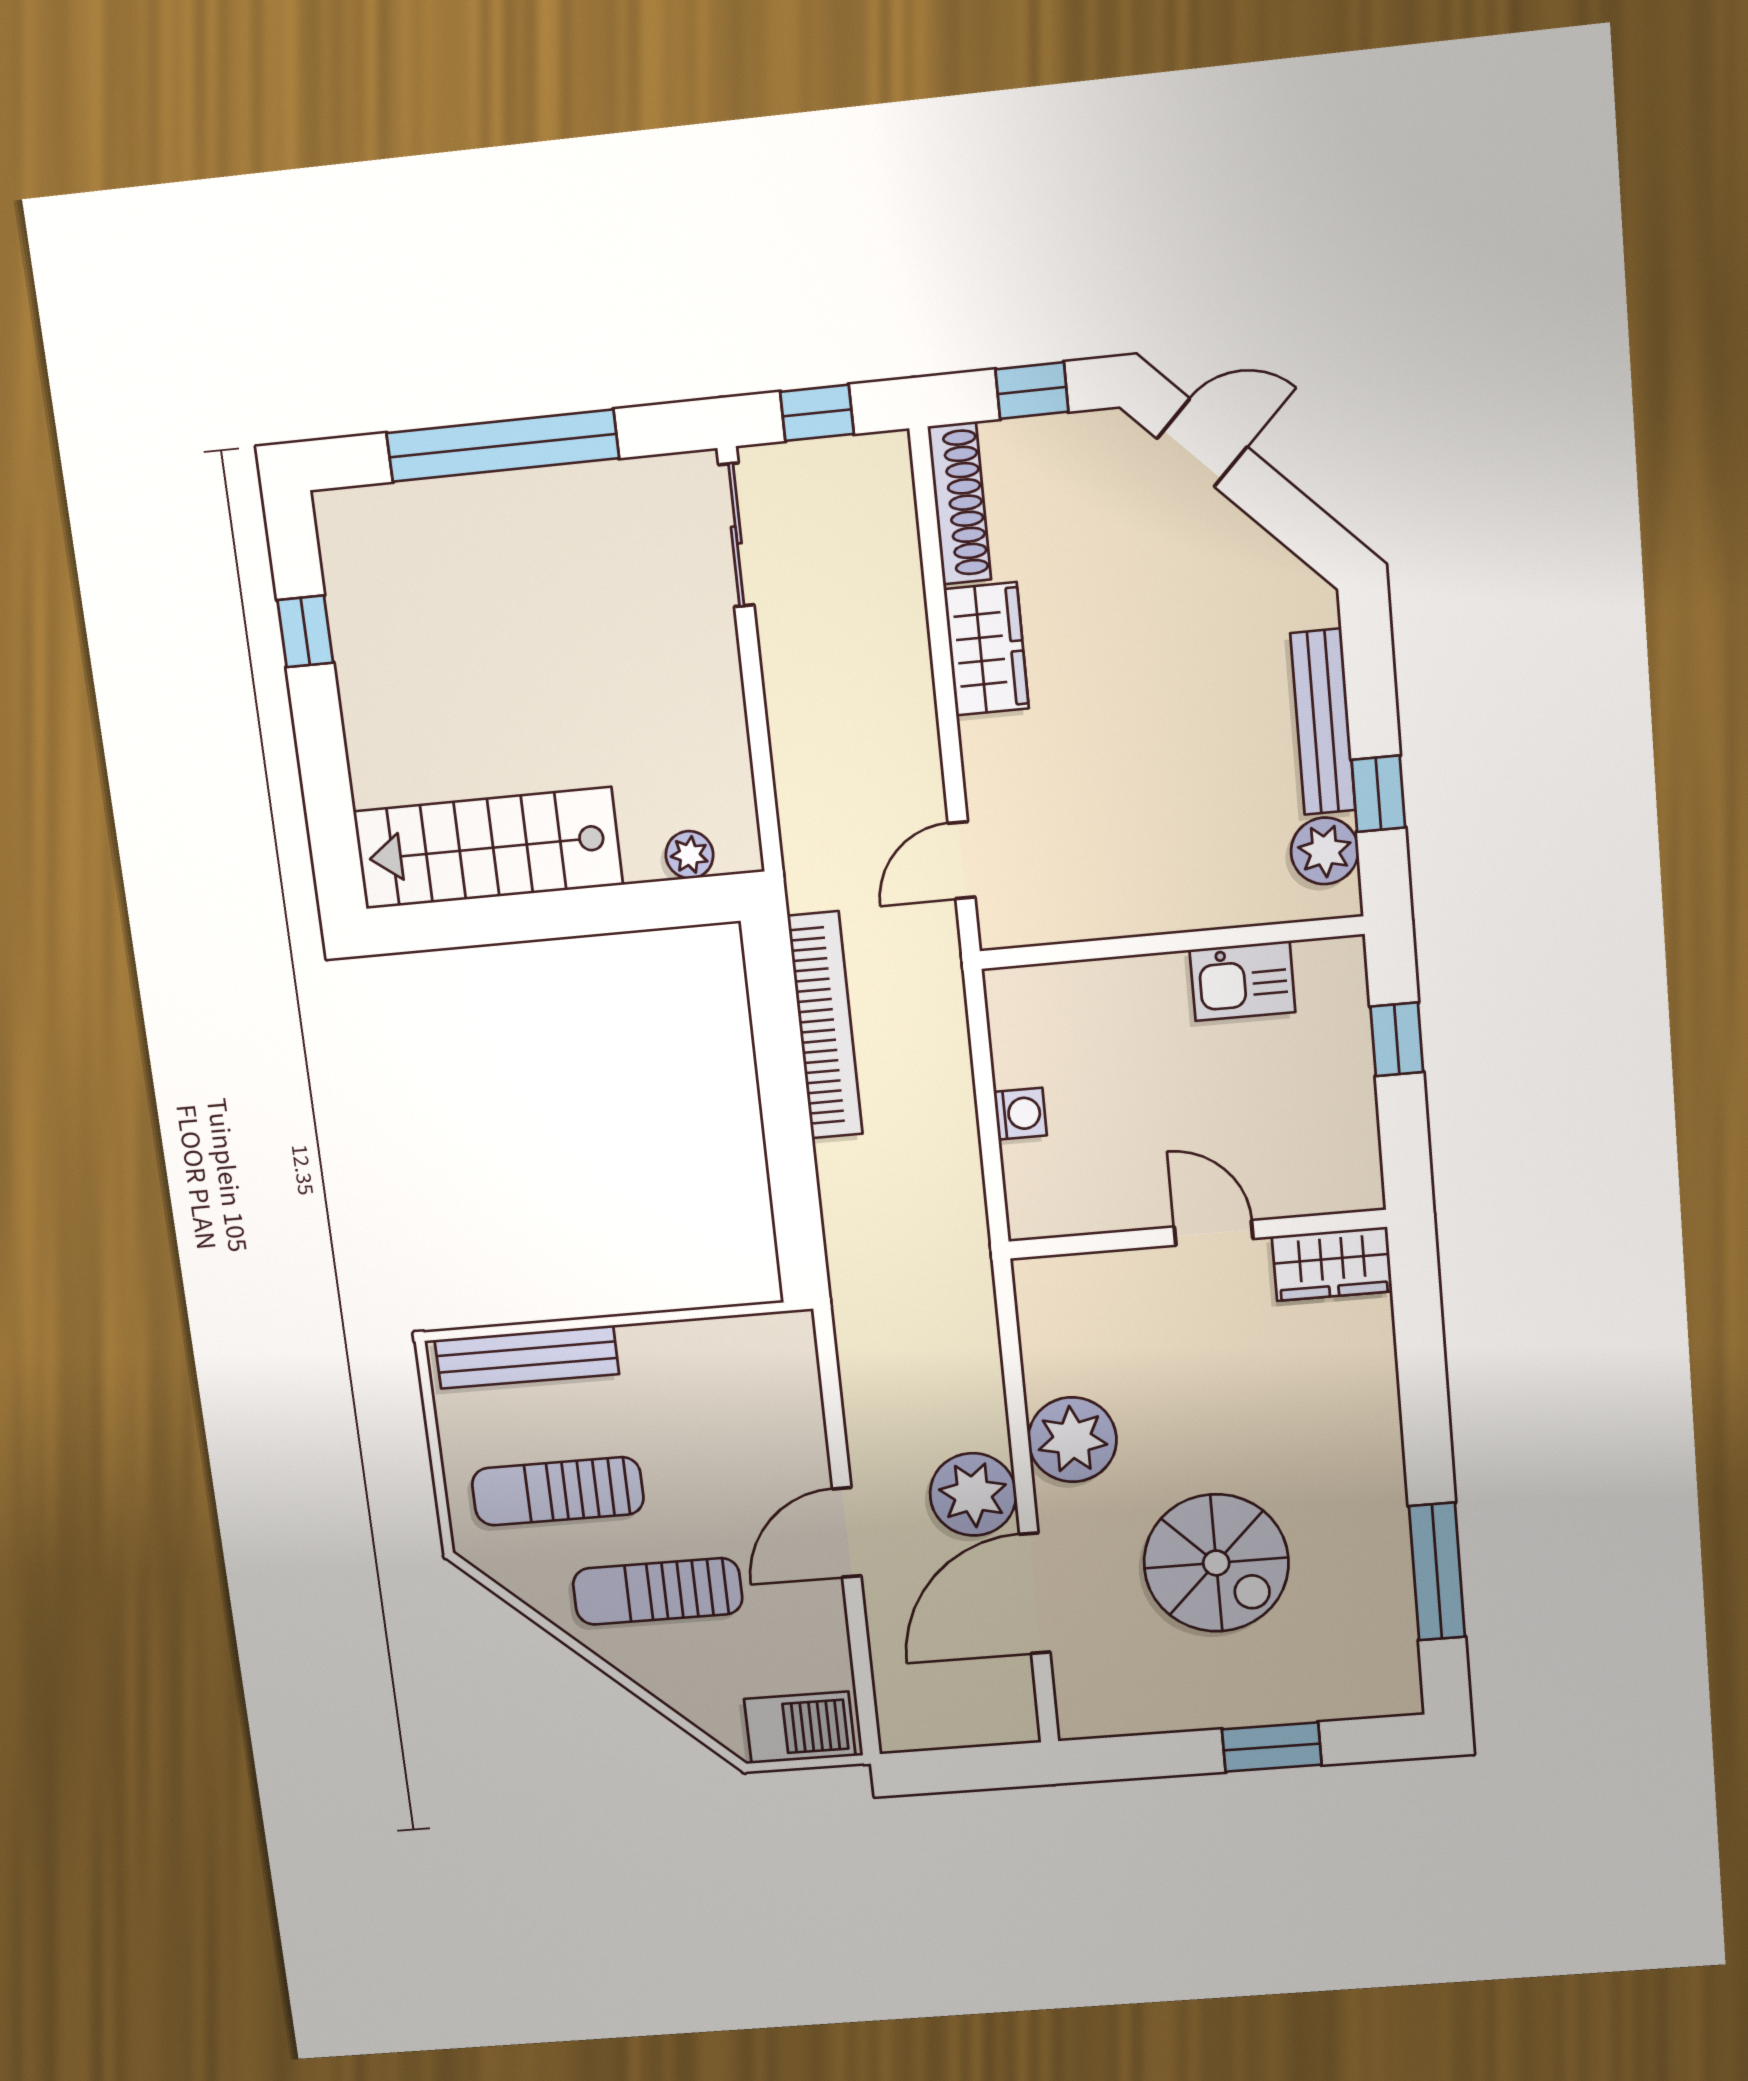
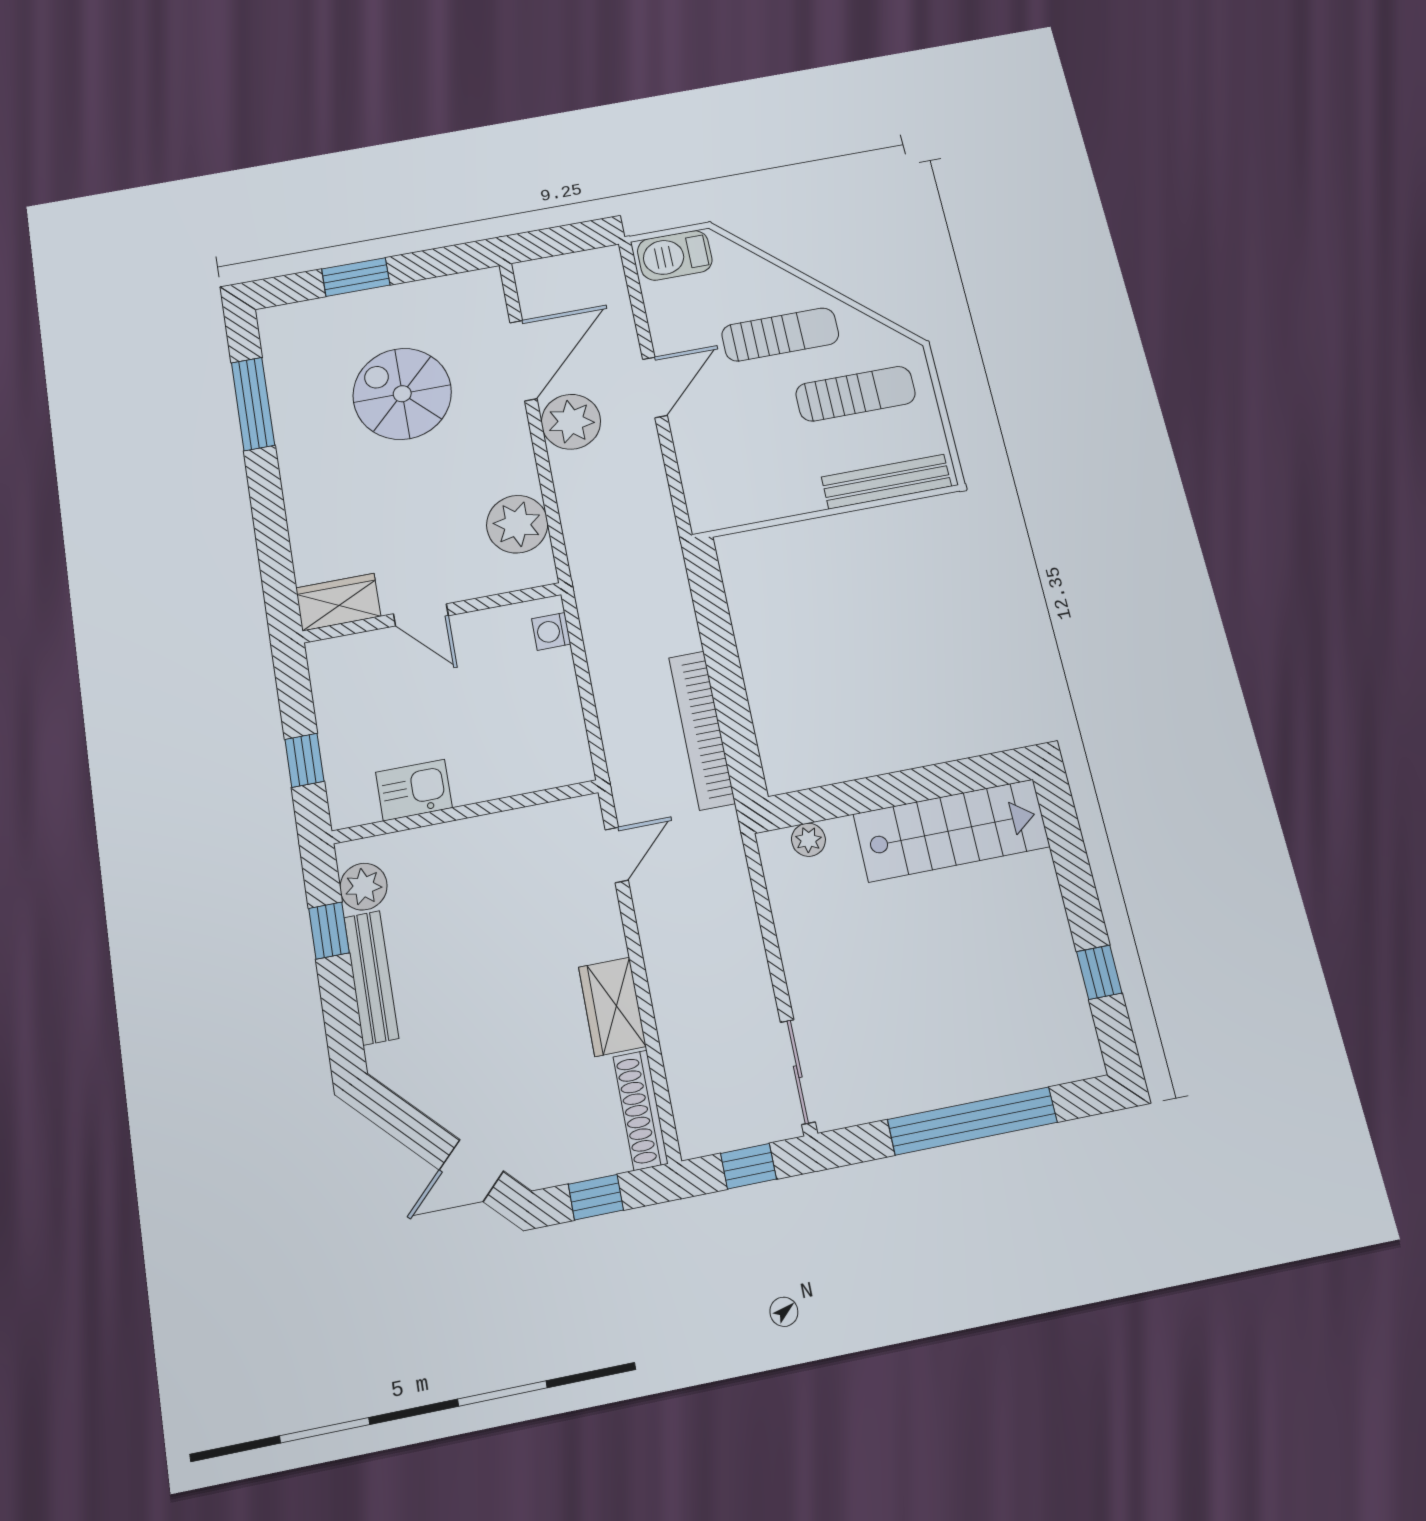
washing machine: (1020, 1114) -> (551, 631), moved
plant: (1072, 1440) -> (517, 524), moved

